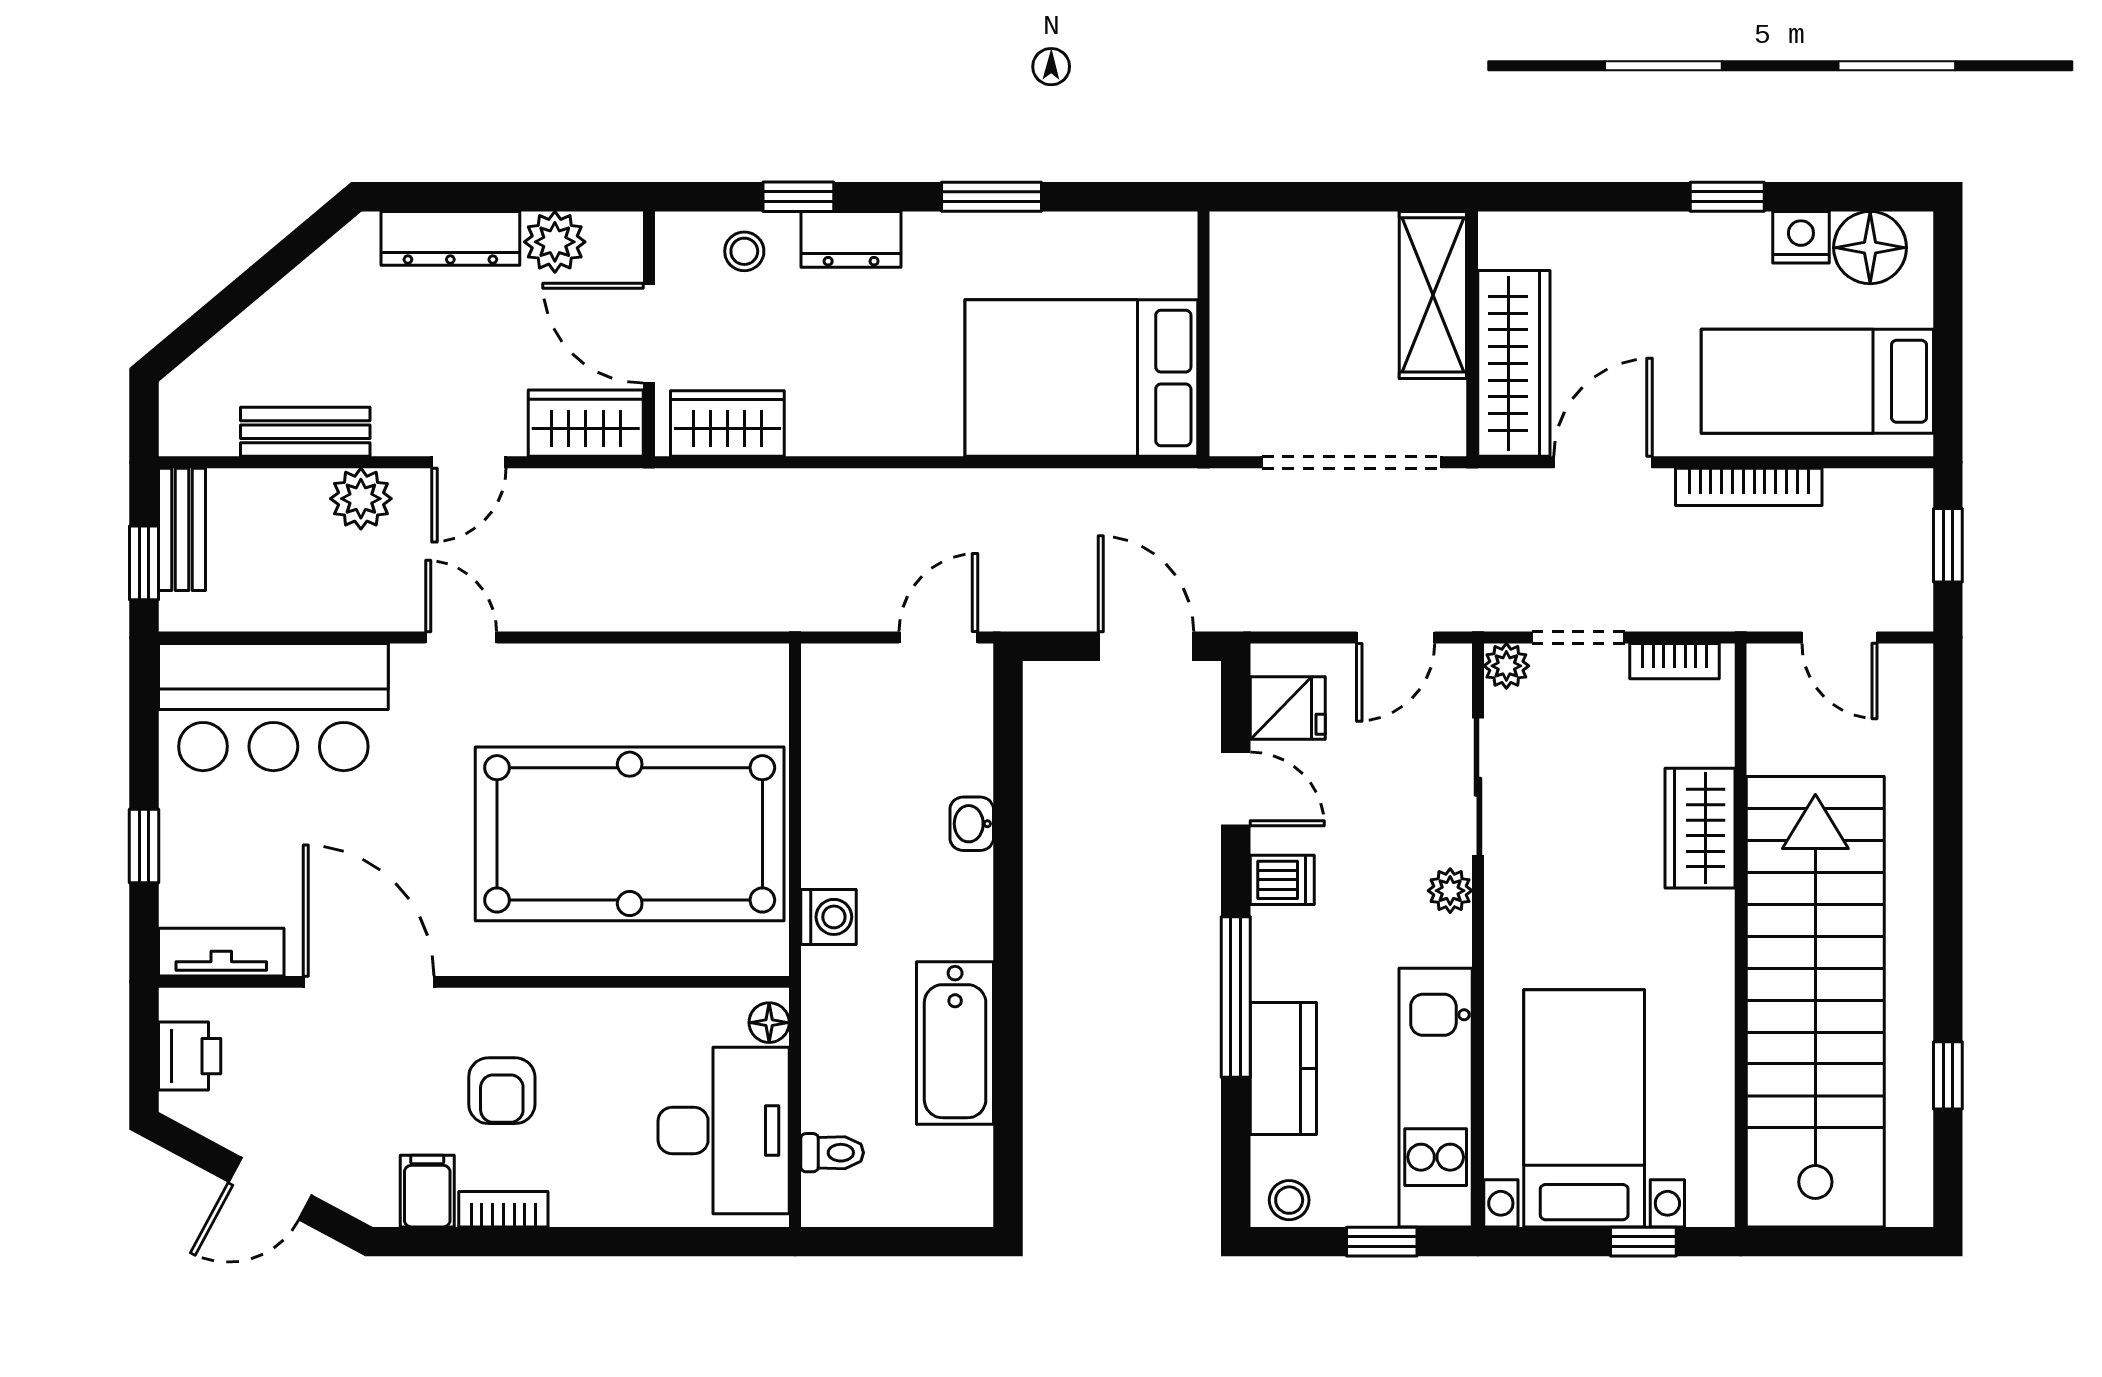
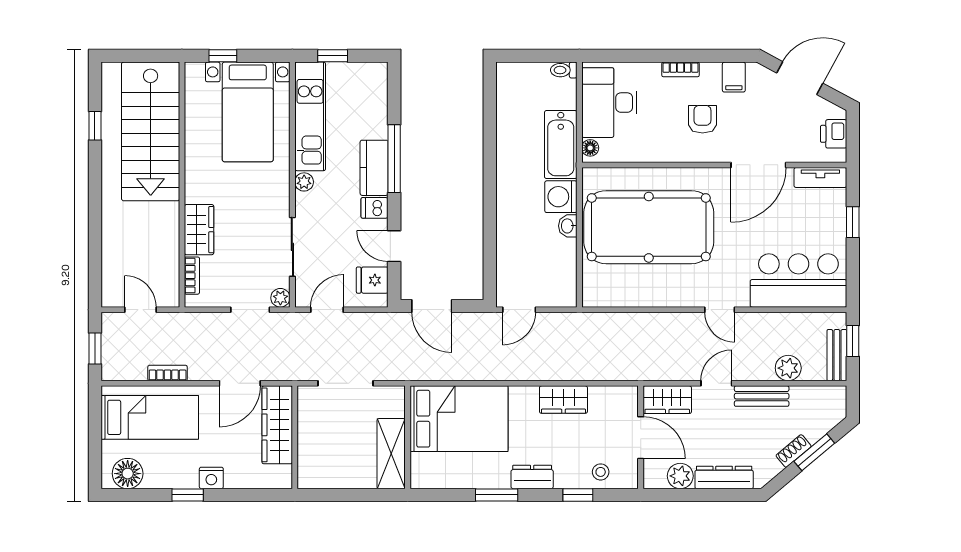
nightstand: (1801, 237) -> (211, 478), moved
dresser: (851, 239) -> (532, 477), moved
shelving: (1433, 295) -> (391, 454), moved
window: (236, 298) -> (814, 452), added
shoe rack: (285, 301) -> (794, 451), added
wardrobe: (727, 424) -> (563, 400), moved
bench: (305, 432) -> (762, 396), moved
doorway: (1352, 462) -> (345, 383), width x0.73
bookcase: (1749, 487) -> (168, 373), width x0.64
plant: (361, 499) -> (788, 368), moved
bookcase: (1675, 661) -> (192, 276), moved, turned 90
washbasin: (972, 824) -> (568, 226), moved, turned 180
plant: (1450, 891) -> (304, 182), moved
washing machine: (828, 917) -> (561, 197), width x1.38, depth x1.38
door: (369, 982) -> (758, 165), hinge flipped
stairs: (1815, 1002) -> (151, 131), width x0.73
bathtub: (955, 1043) -> (561, 145), moved, turned 180
kitchen counter: (1283, 1069) -> (374, 168), moved
toilet: (832, 1153) -> (564, 70), moved
door: (270, 1189) -> (800, 78), width x1.38
stool: (1289, 1200) -> (372, 73), removed
bookcase: (503, 1209) -> (681, 69), moved

